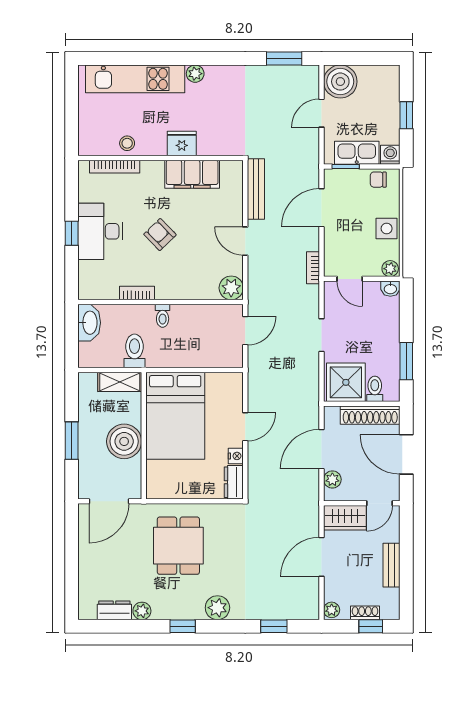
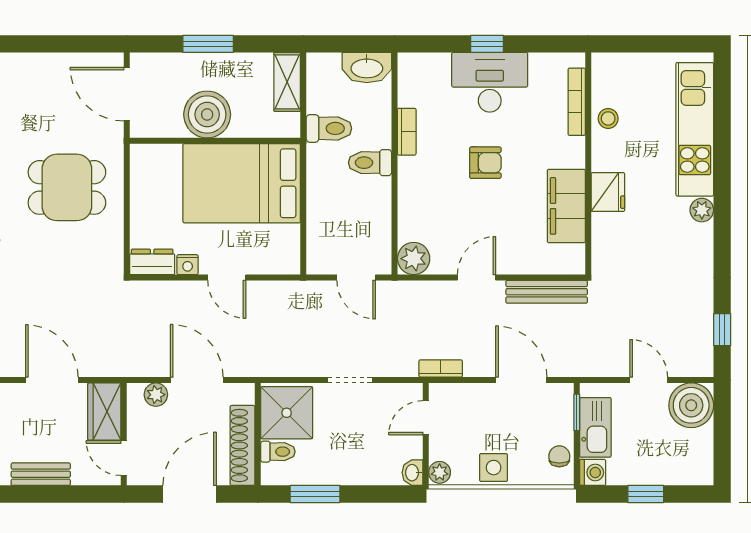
window: (284, 59) -> (722, 330), width x0.67
armchair: (160, 234) -> (485, 163), turned 44
toilet: (163, 316) -> (370, 163), width x1.37, depth x1.39
shelving: (120, 382) -> (287, 82), moved

